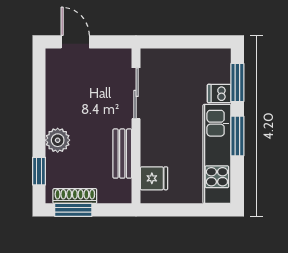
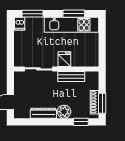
dishwasher: (219, 93) -> (20, 24), moved
dresser: (55, 102) -> (43, 113), added
window: (237, 136) -> (74, 14), moved
fridge: (154, 178) -> (64, 59), moved

